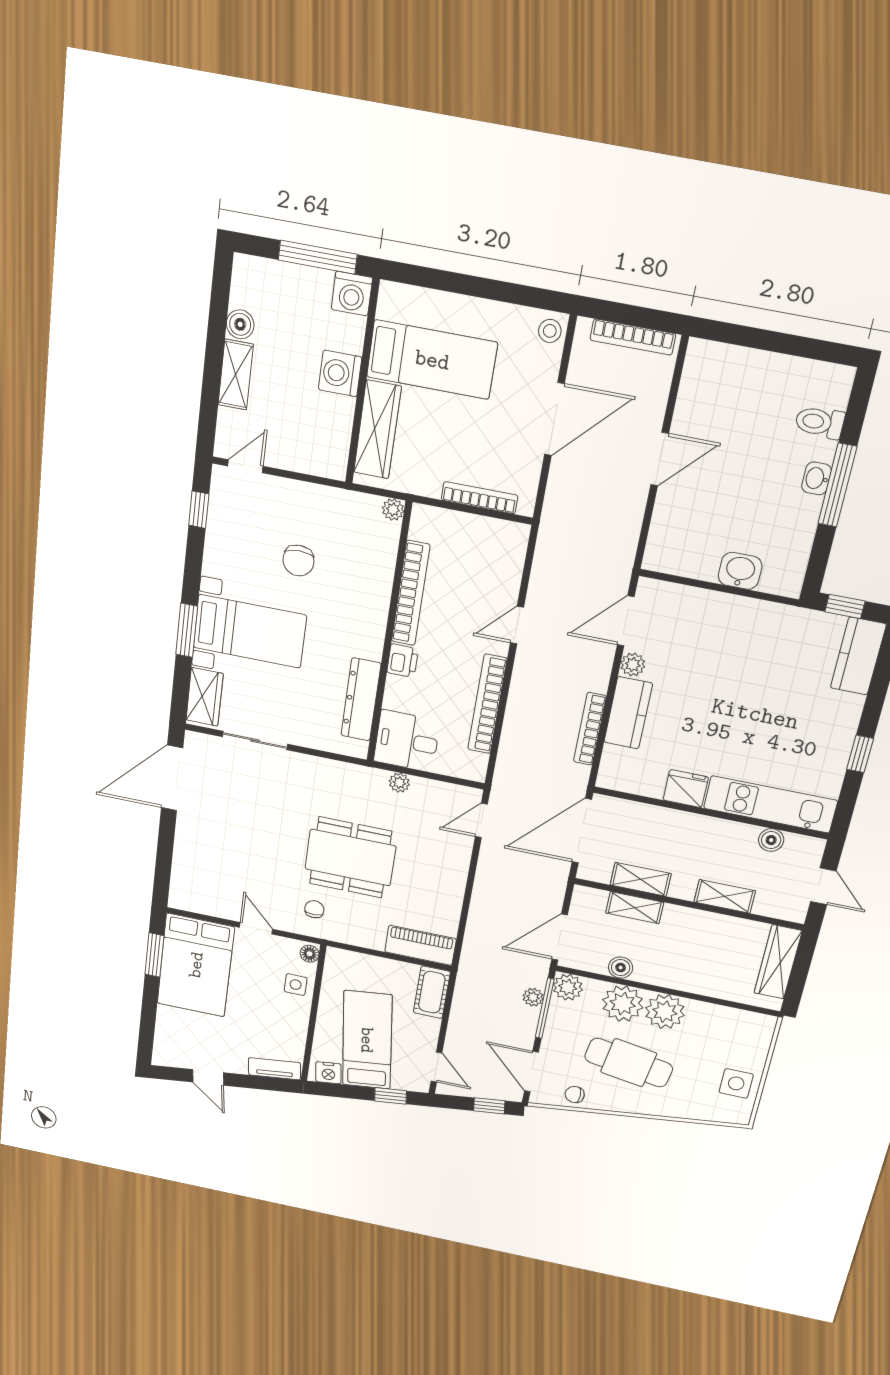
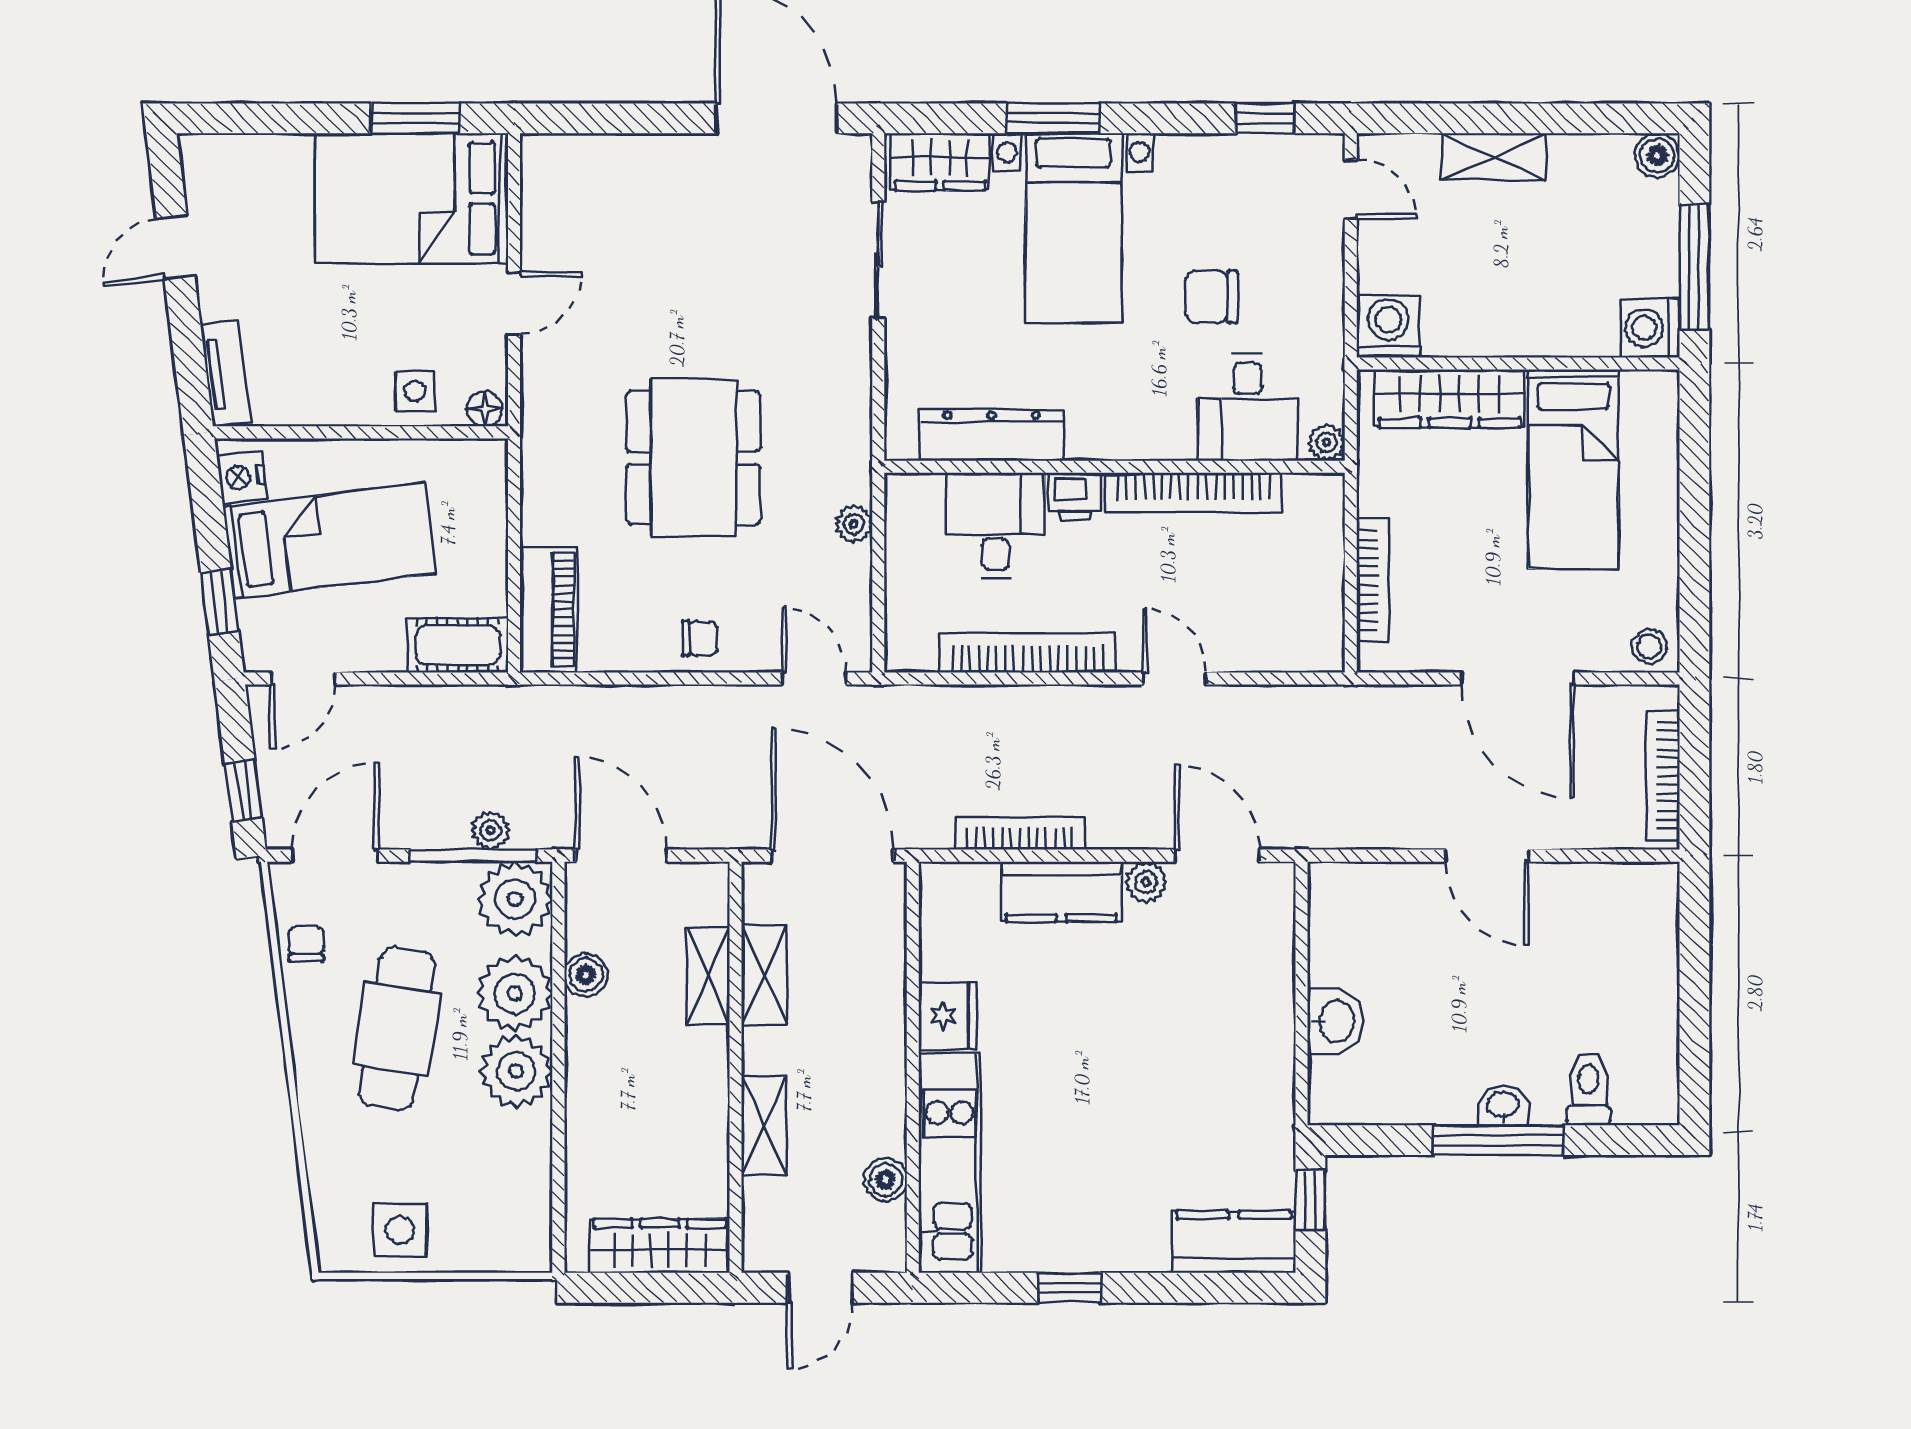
boiler: (240, 324) -> (1657, 155), moved
washing machine: (340, 373) -> (1388, 326), moved
desk: (366, 552) -> (1248, 407), added
desk: (407, 741) -> (996, 526), moved
chair: (314, 909) -> (700, 638), moved
plant: (568, 987) -> (515, 899), width x1.36, depth x1.36

